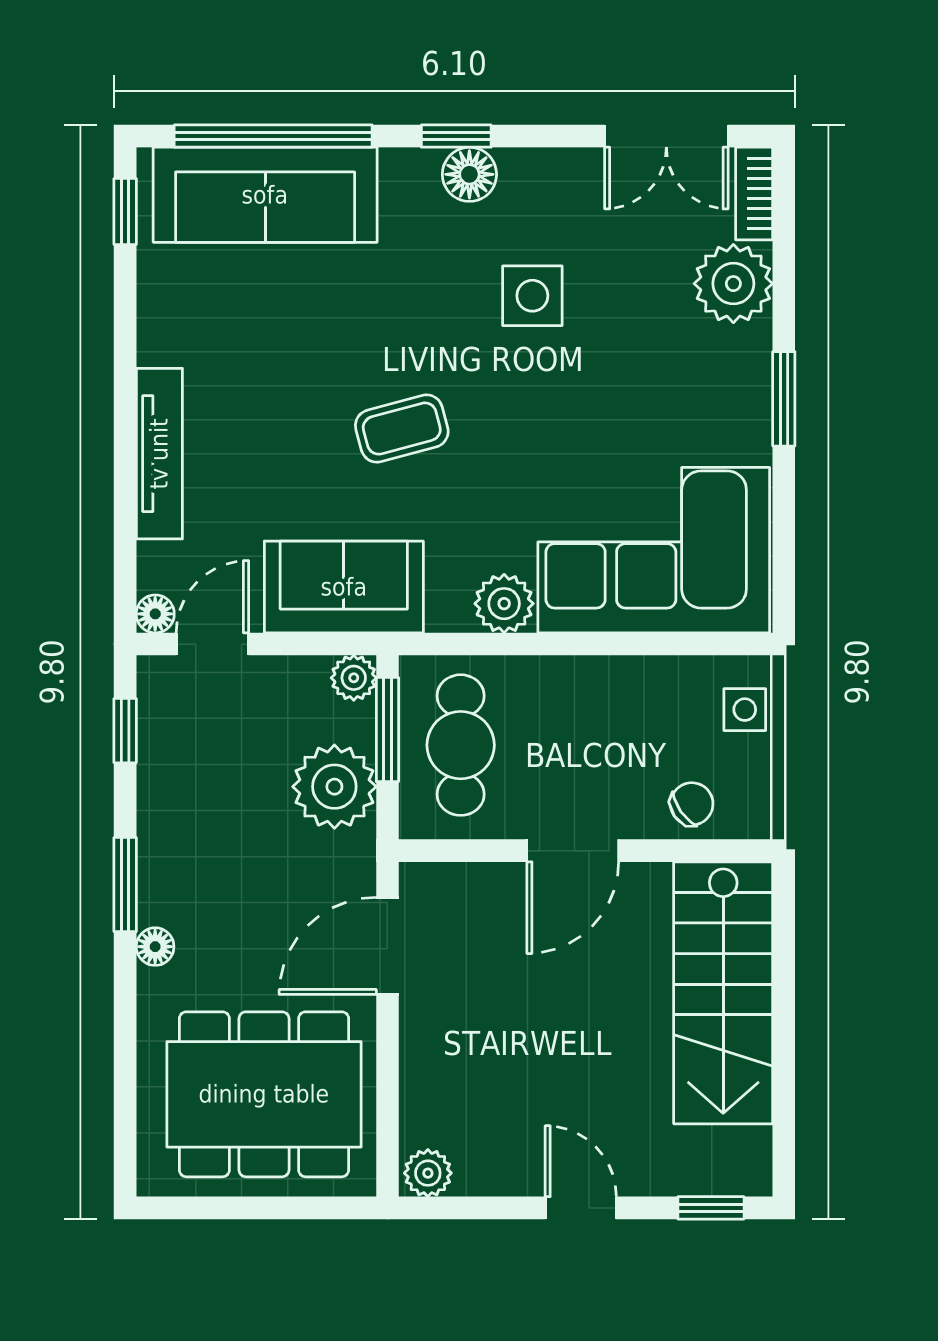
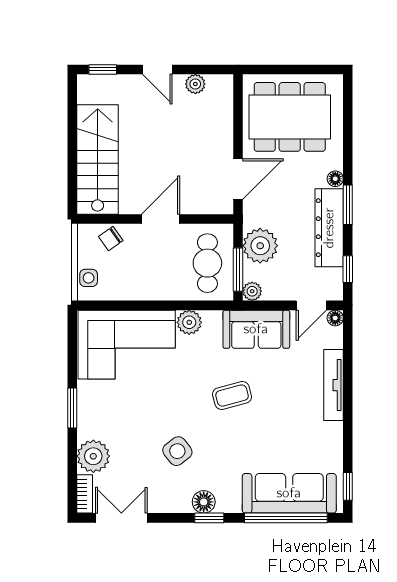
side table: (532, 296) -> (177, 451), turned -38
dresser: (170, 830) -> (329, 228), added
plant: (428, 1173) -> (195, 84), moved

